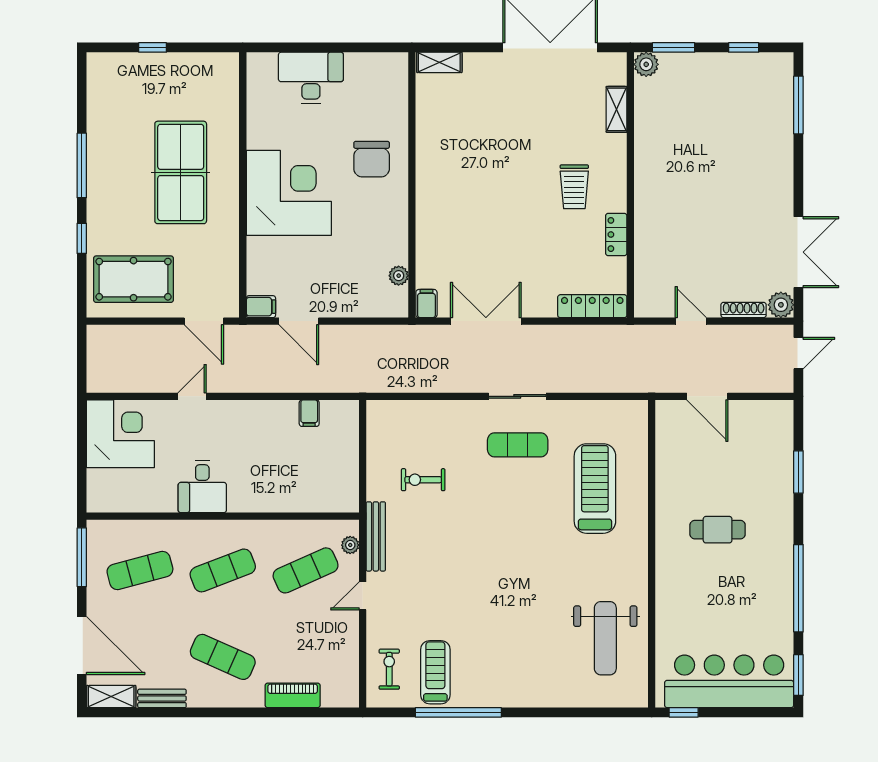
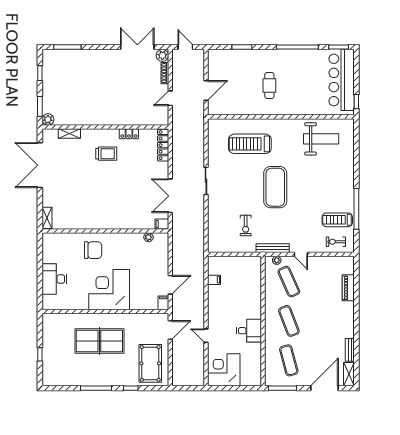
exercise mat: (518, 445) -> (275, 187), moved, width x2.00, depth x1.45
exercise mat: (223, 657) -> (330, 321), removed

